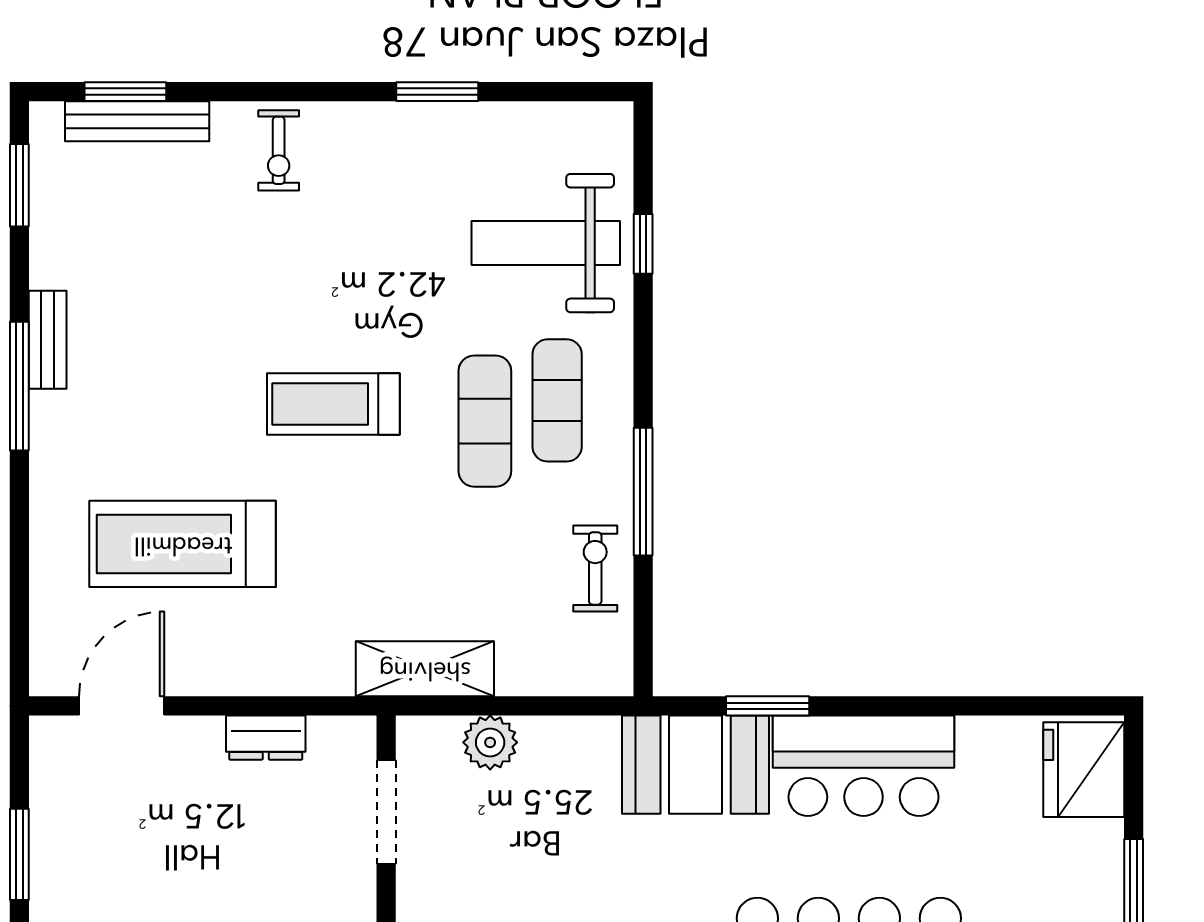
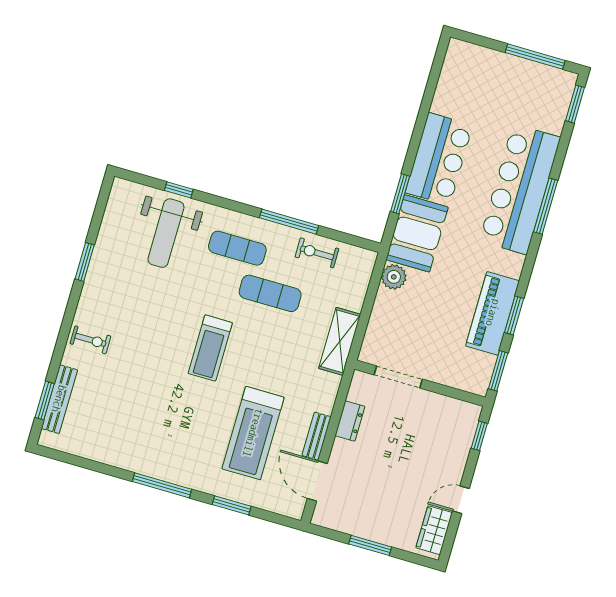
window: (19, 185) -> (232, 505), moved
bench: (48, 340) -> (317, 436), moved, turned 90
exercise mat: (485, 421) -> (270, 293), moved
plant: (490, 742) -> (394, 277), moved
fridge: (1084, 770) -> (469, 61), removed

